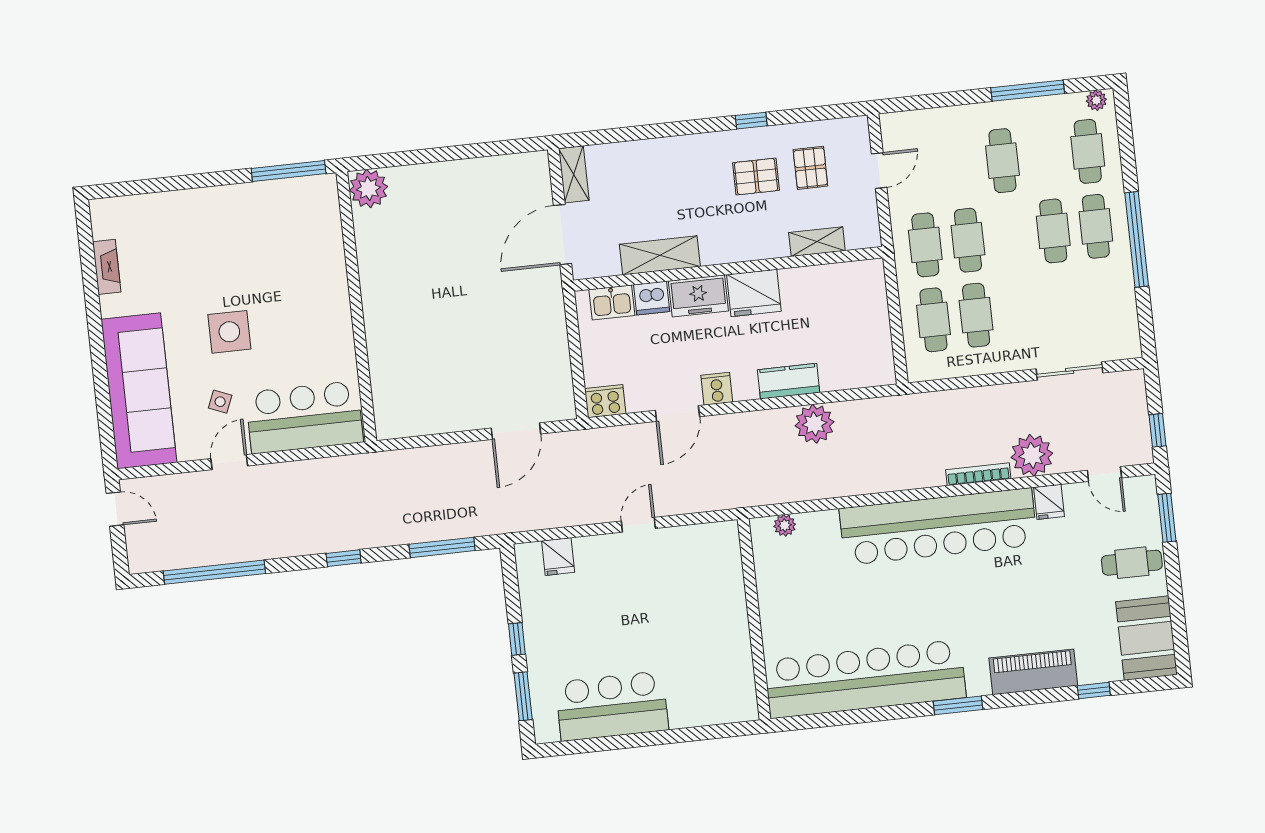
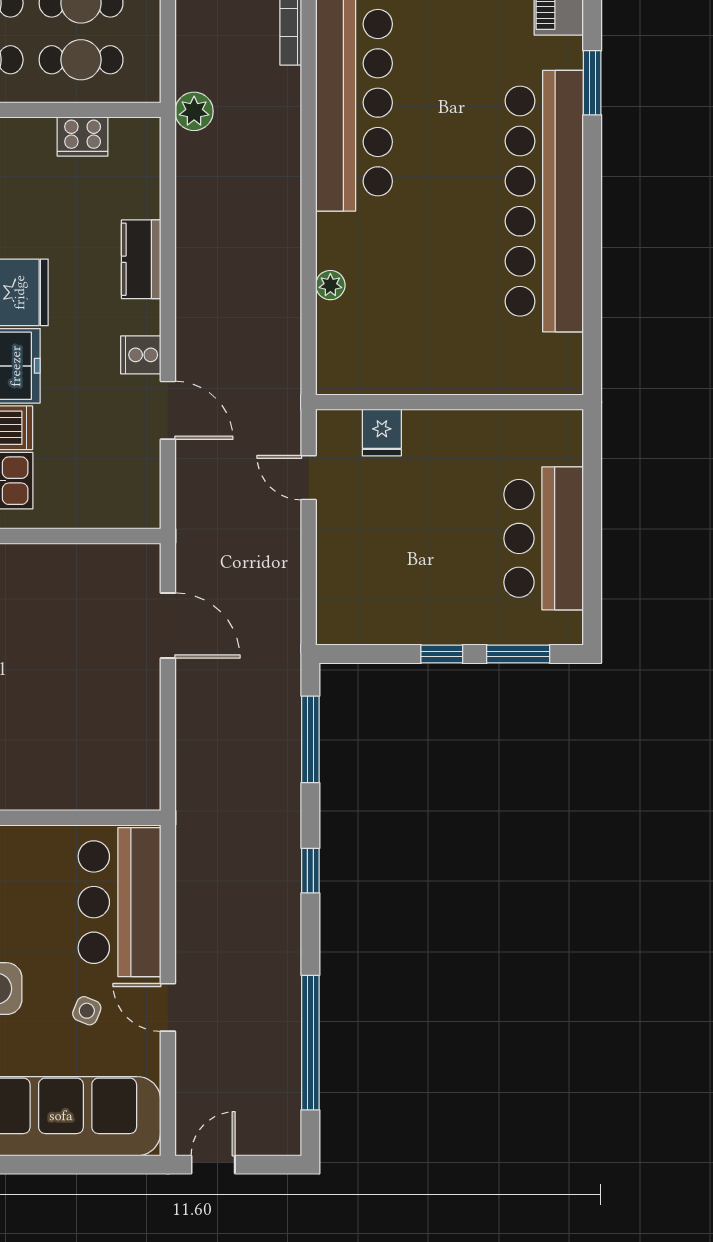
cooker: (605, 401) -> (83, 137), moved, turned -90
plant: (814, 424) -> (194, 111), moved, width x0.73, depth x0.73
fridge: (558, 556) -> (382, 433), moved, turned 90
wall: (754, 619) -> (450, 402), moved

